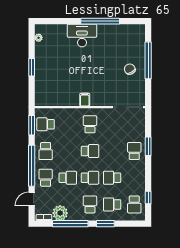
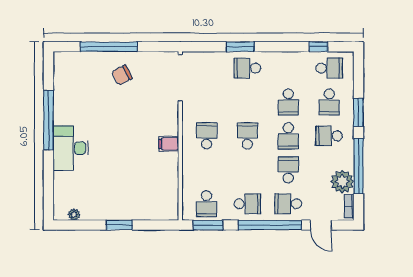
school desk: (90, 124) -> (207, 136), turned 90
school desk: (90, 178) -> (288, 136), turned 180

